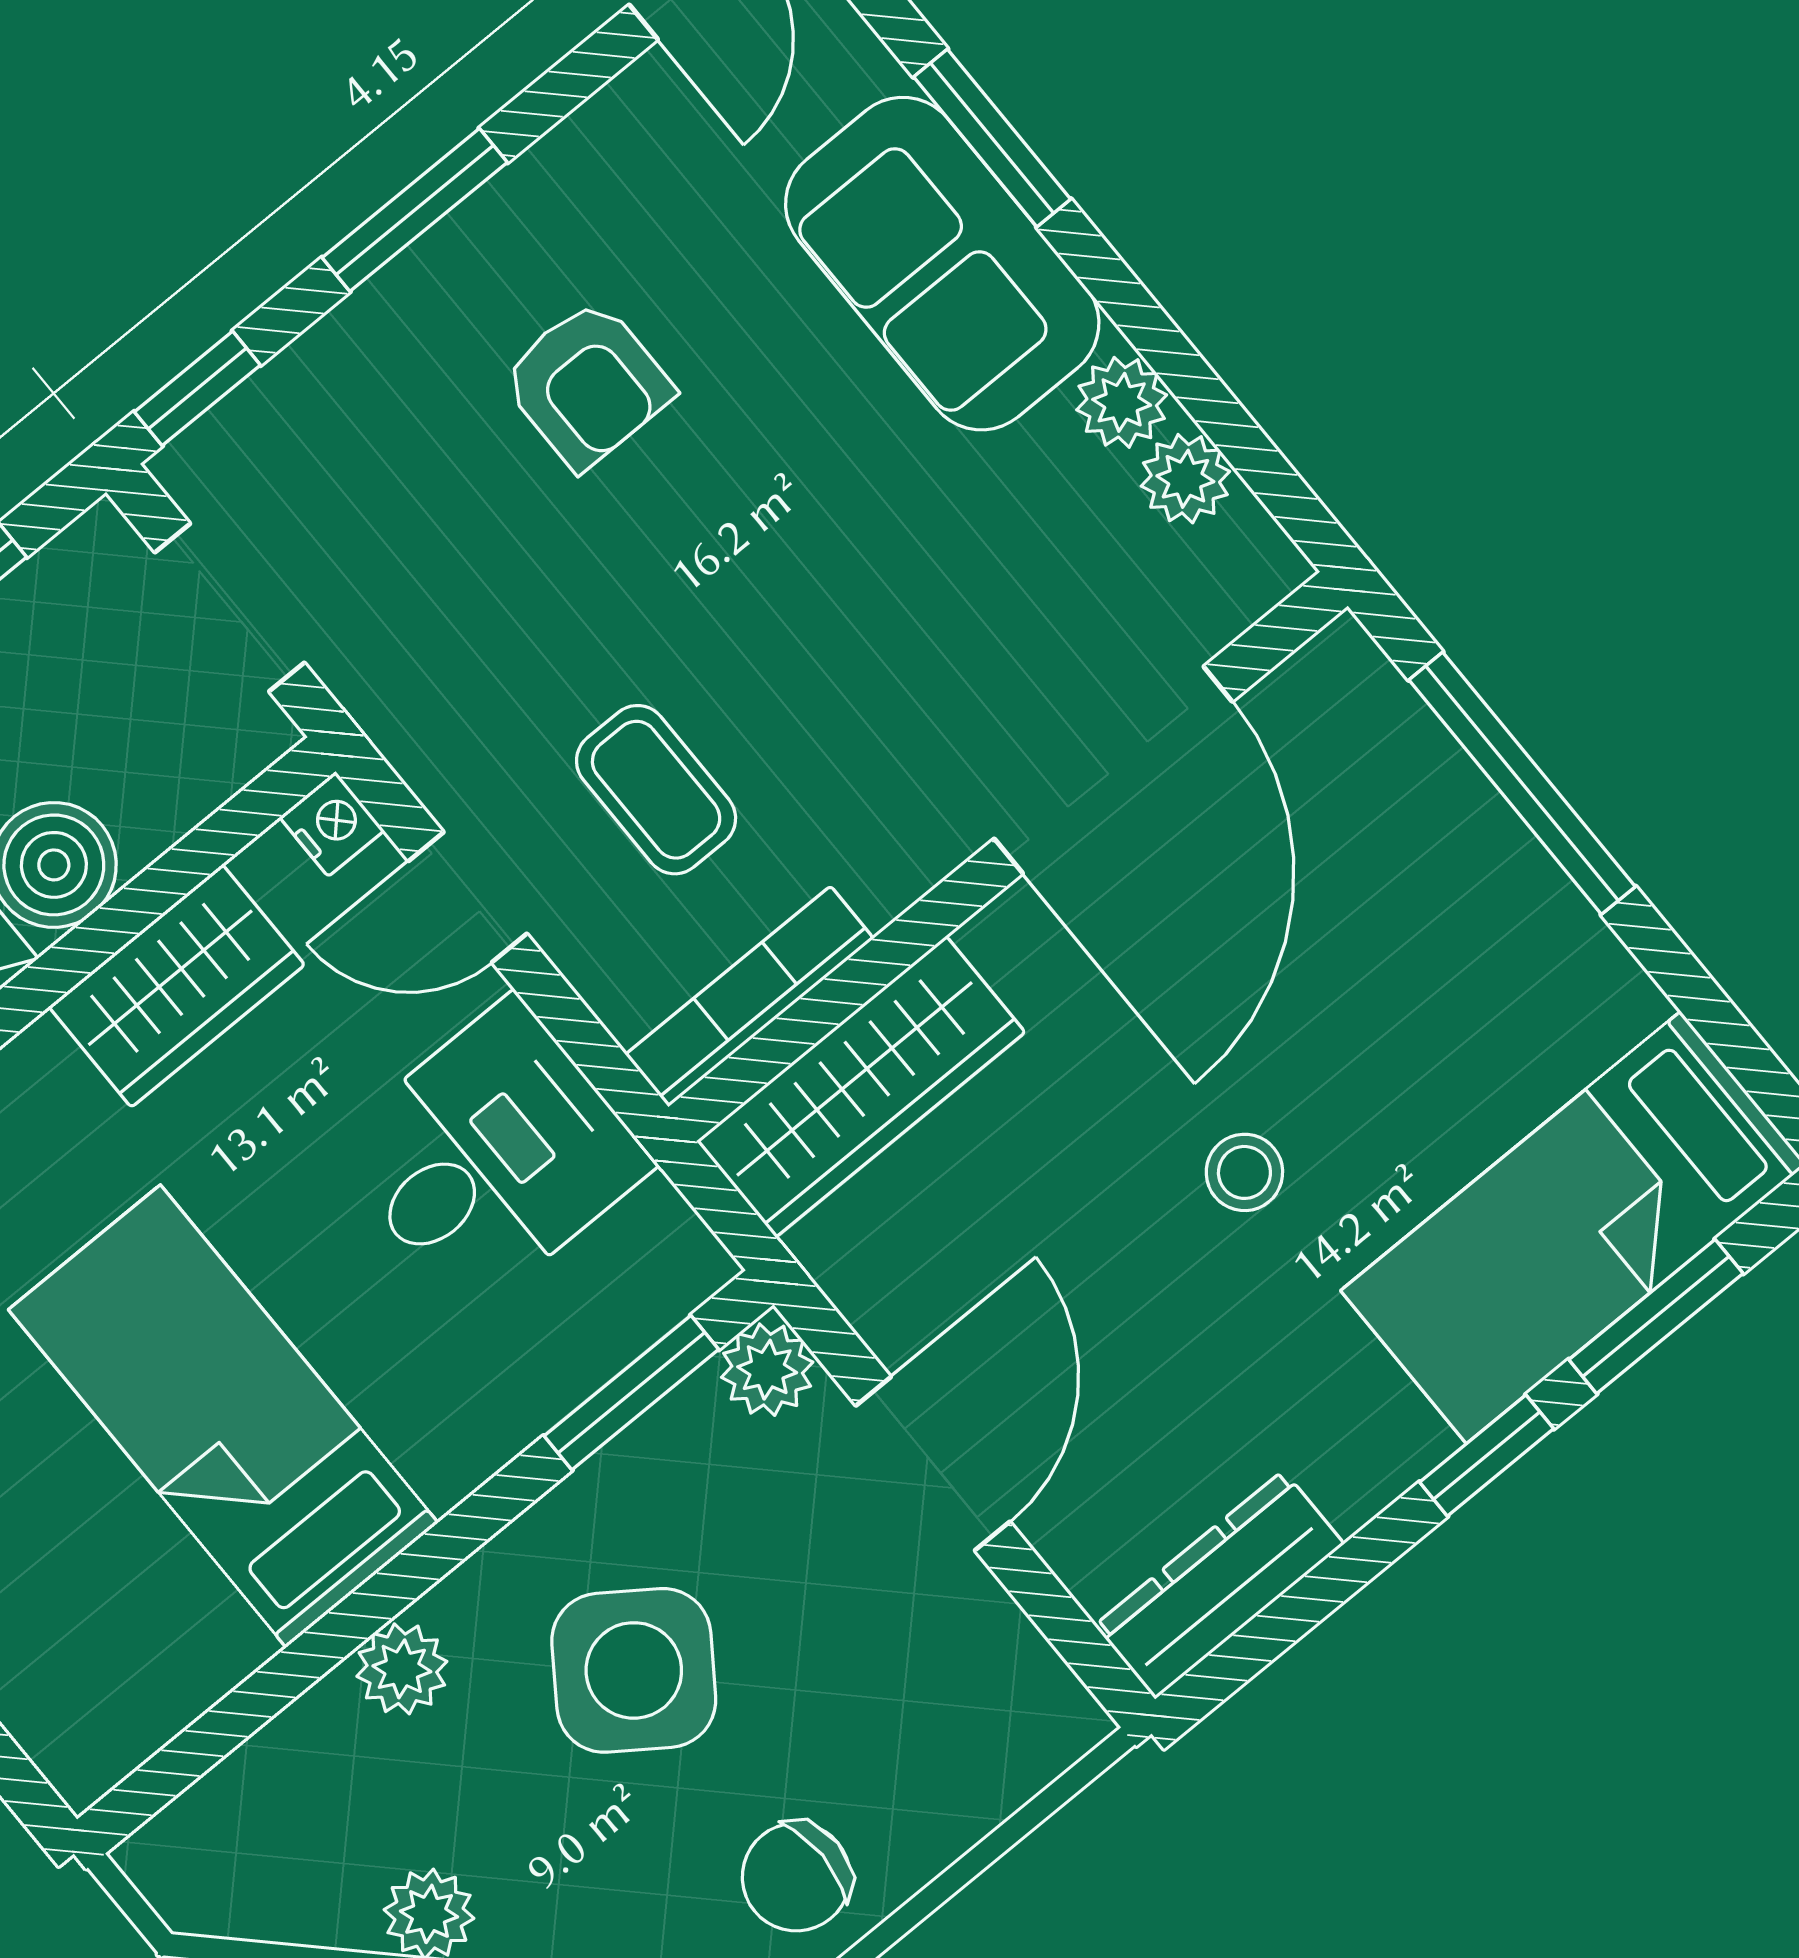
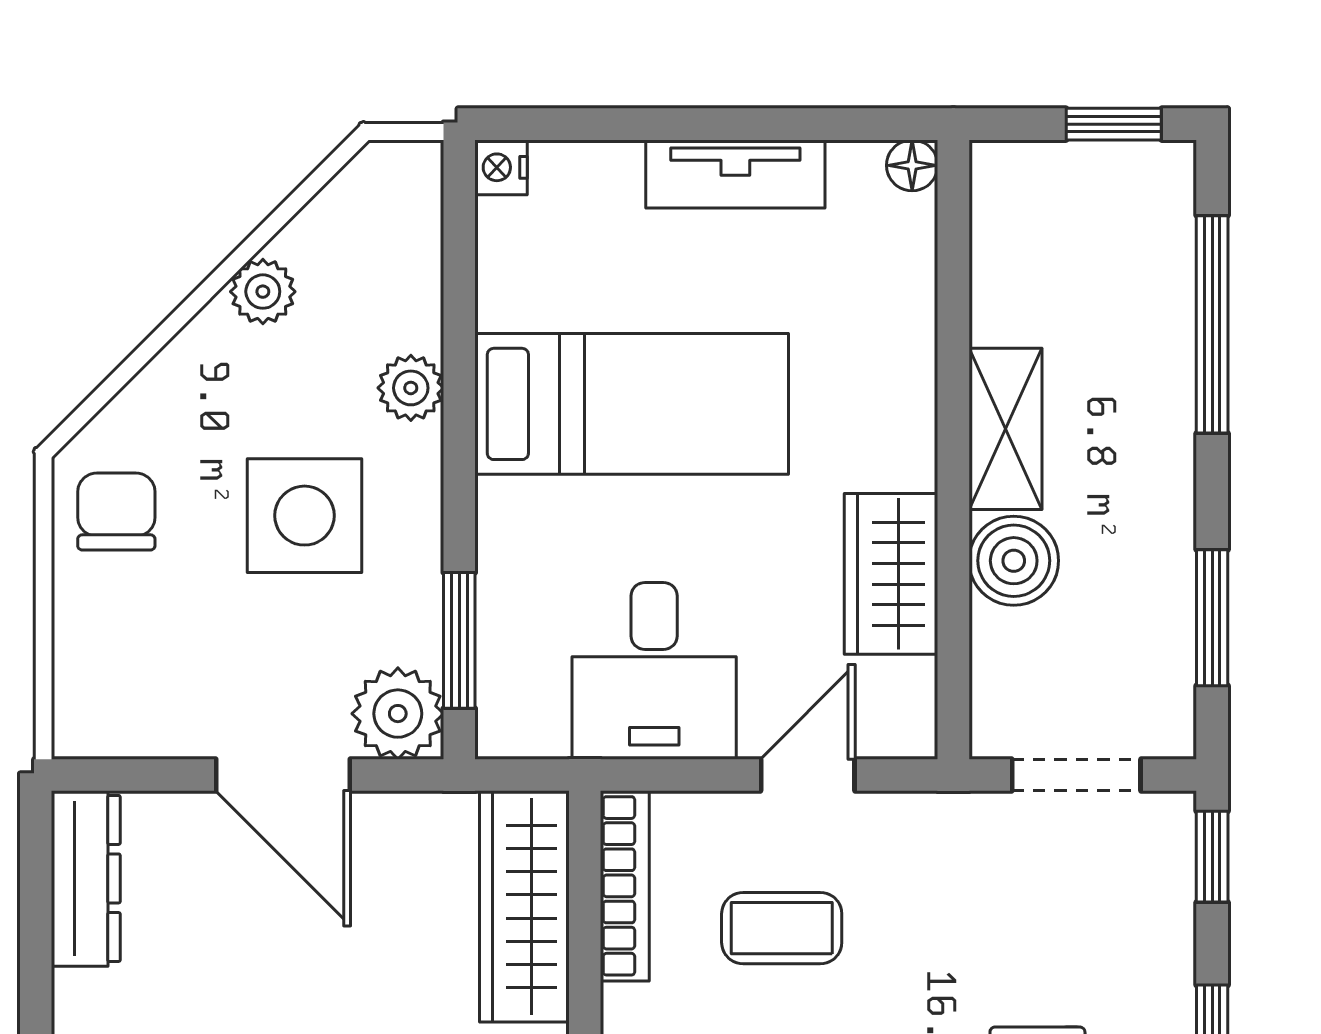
nightstand: (332, 824) -> (501, 167), moved, turned 90
plant: (767, 1370) -> (398, 714), width x1.38, depth x1.38
side table: (634, 1670) -> (304, 516), turned -35

